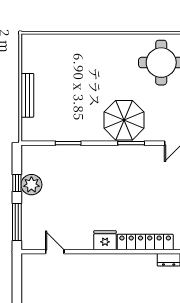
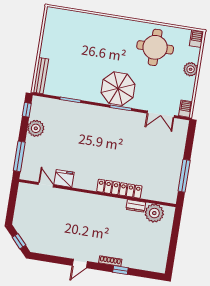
bench: (27, 95) -> (41, 76), moved
window: (17, 183) -> (27, 110), moved
fridge: (105, 240) -> (64, 178), moved

